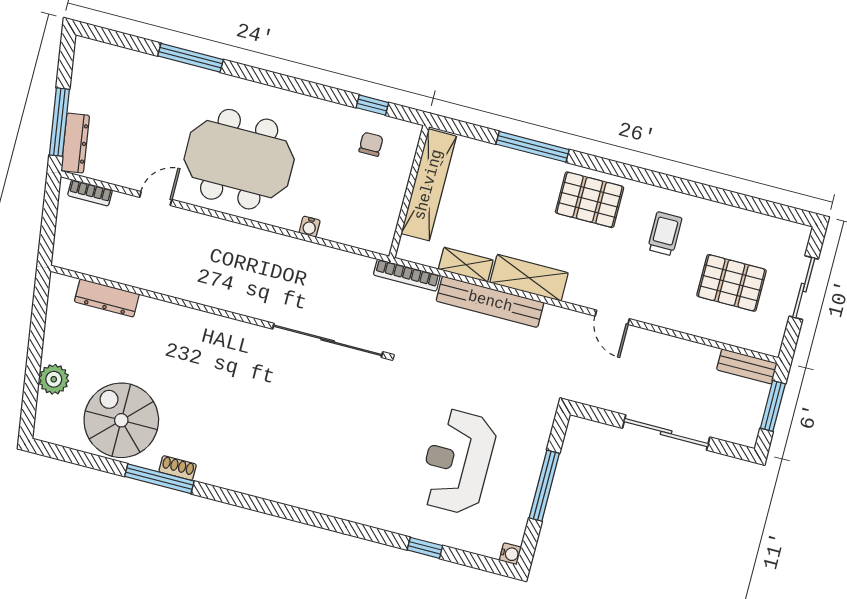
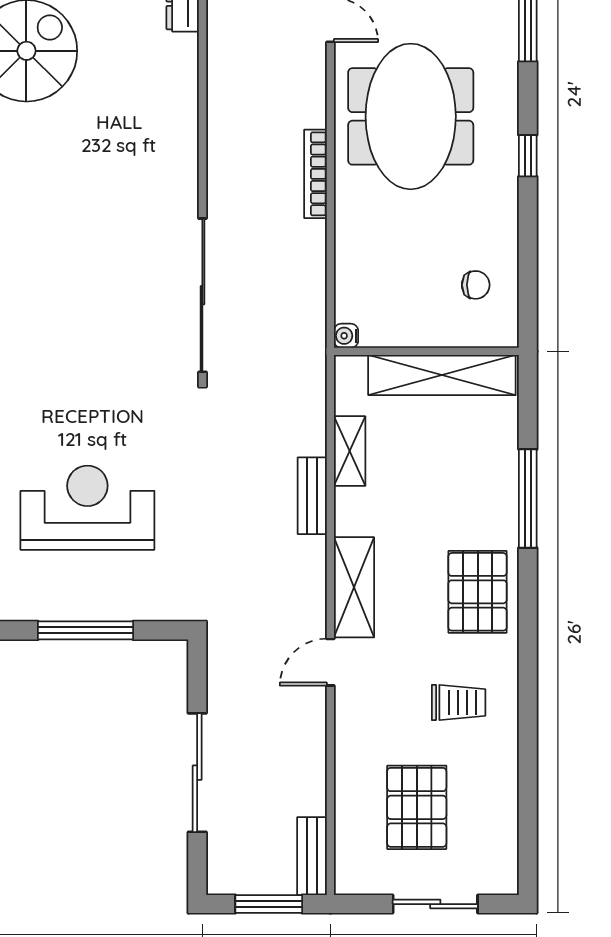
window: (372, 105) -> (528, 156), moved
water cooler: (310, 227) -> (346, 336), moved
bookcase: (407, 275) -> (316, 174), moved
shelving: (529, 278) -> (354, 587), moved
bench: (490, 302) -> (312, 496), width x0.54, depth x0.82

